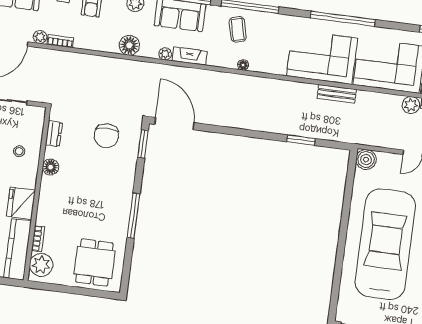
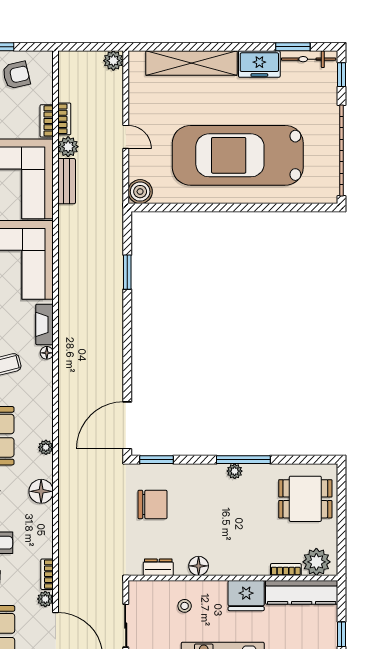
fireplace: (189, 56) -> (45, 324), moved
bench: (337, 94) -> (67, 181), moved
plant: (125, 207) -> (235, 471), added

